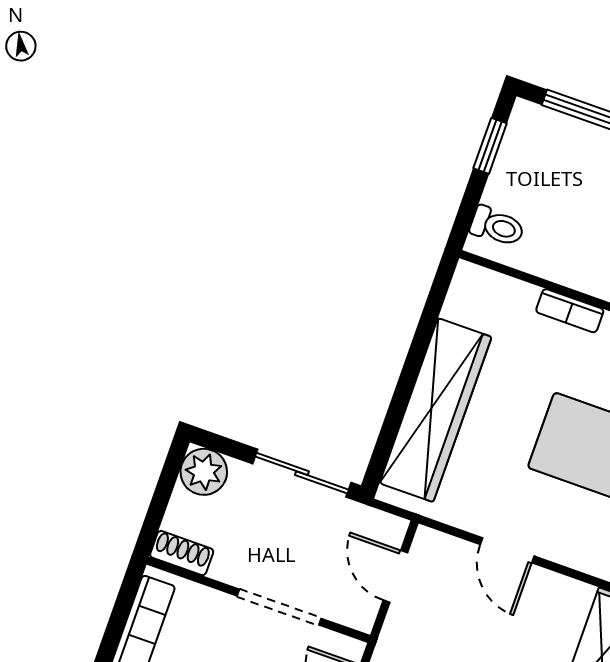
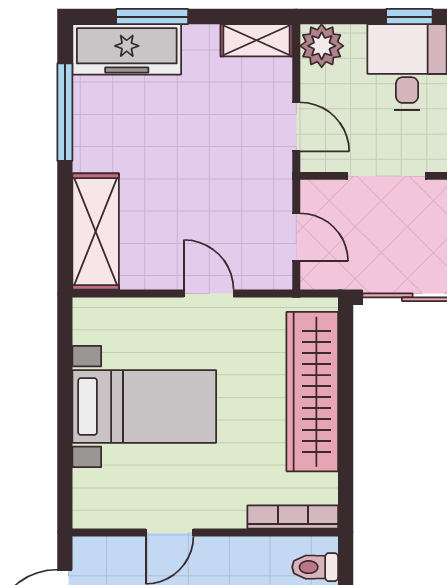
bookcase: (570, 311) -> (293, 517), moved, width x1.56

